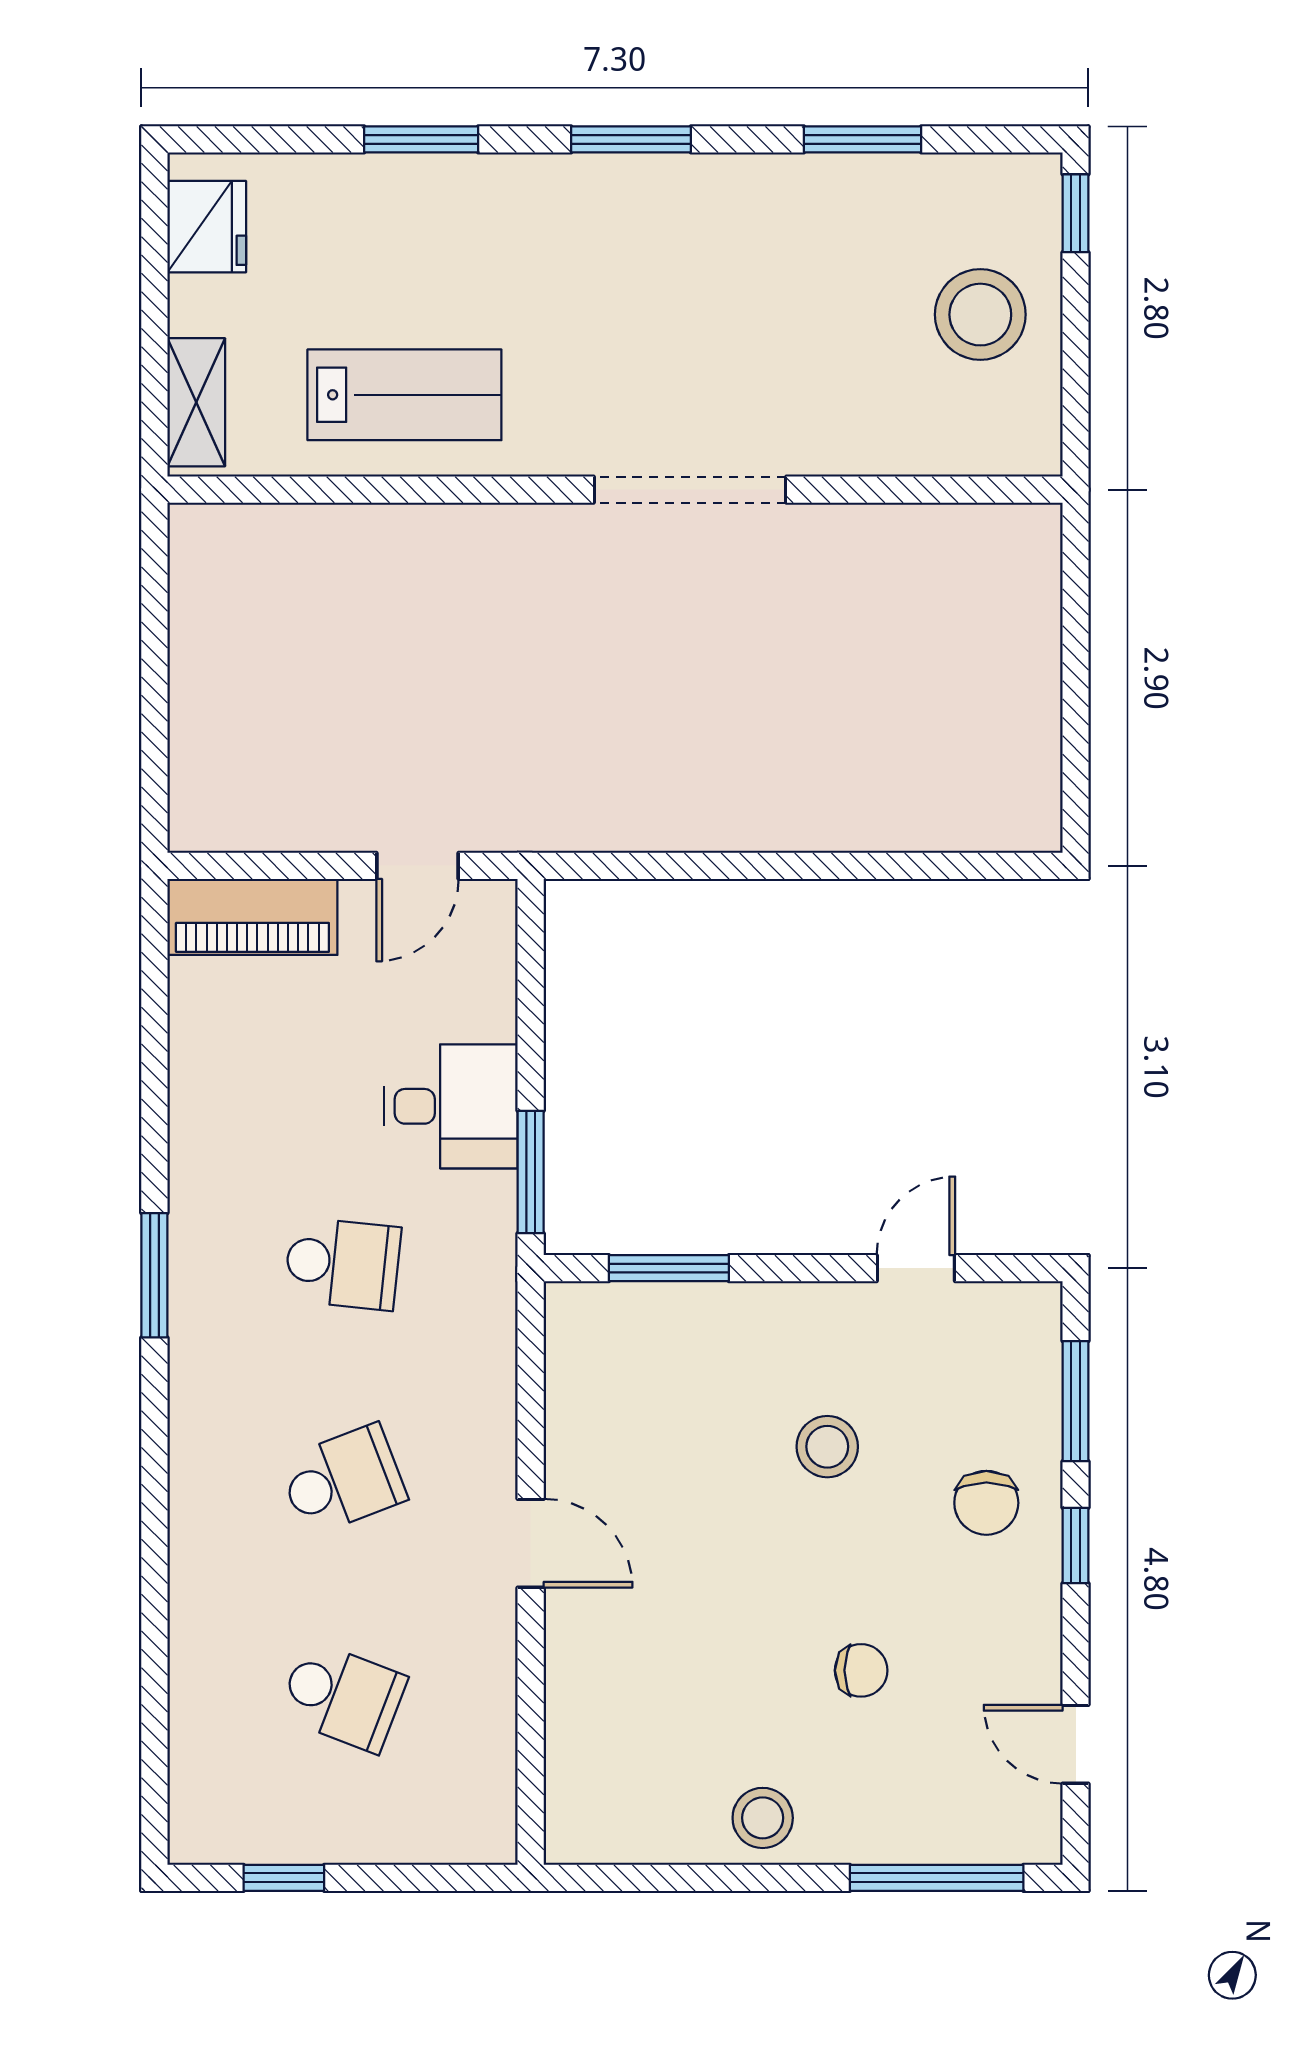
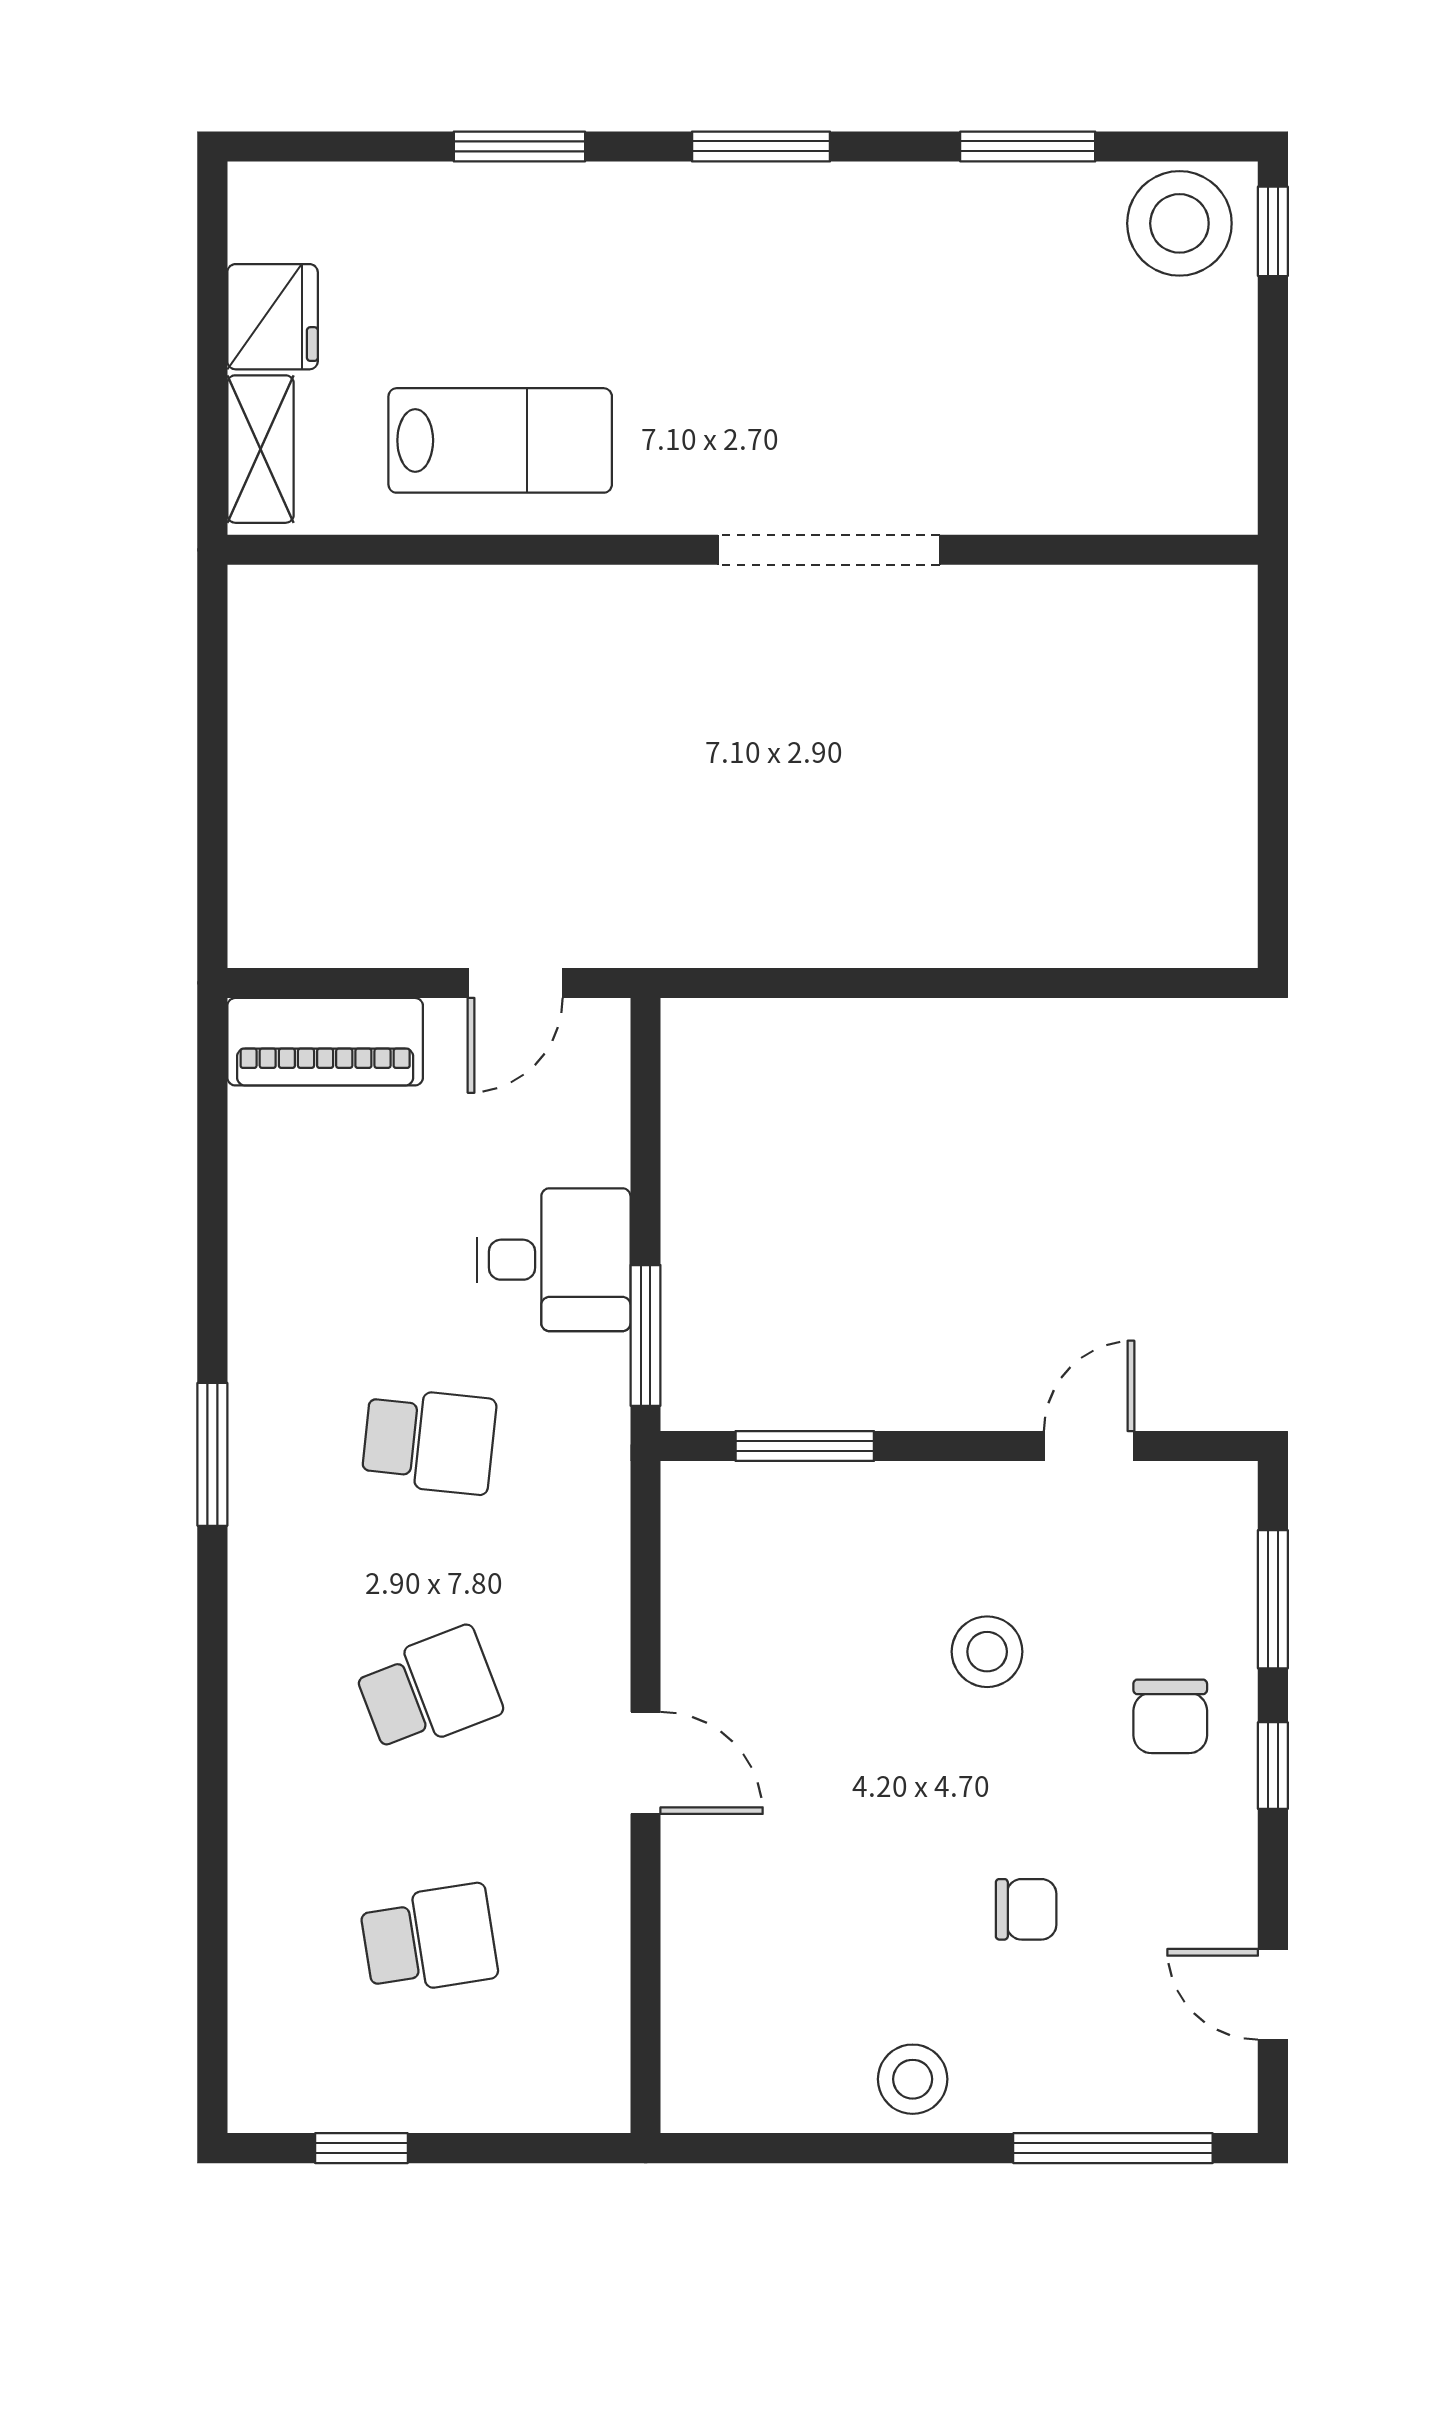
fridge: (207, 227) -> (273, 317), moved
stool: (980, 315) -> (1179, 223), moved
school desk: (343, 1697) -> (429, 1939), turned -30

